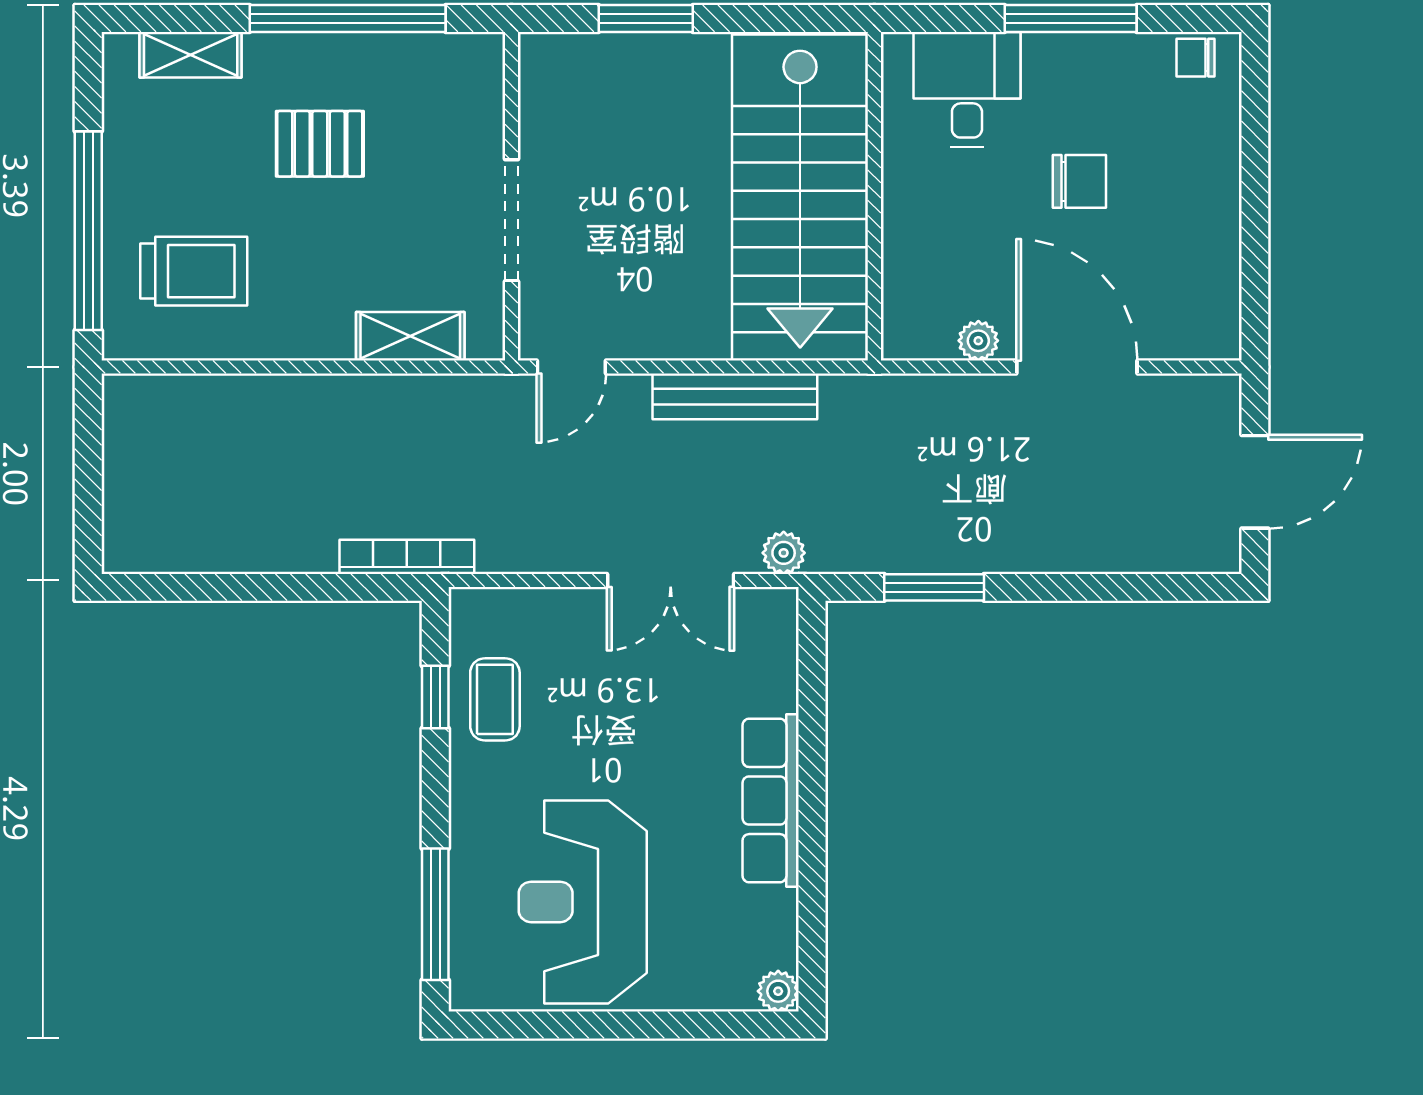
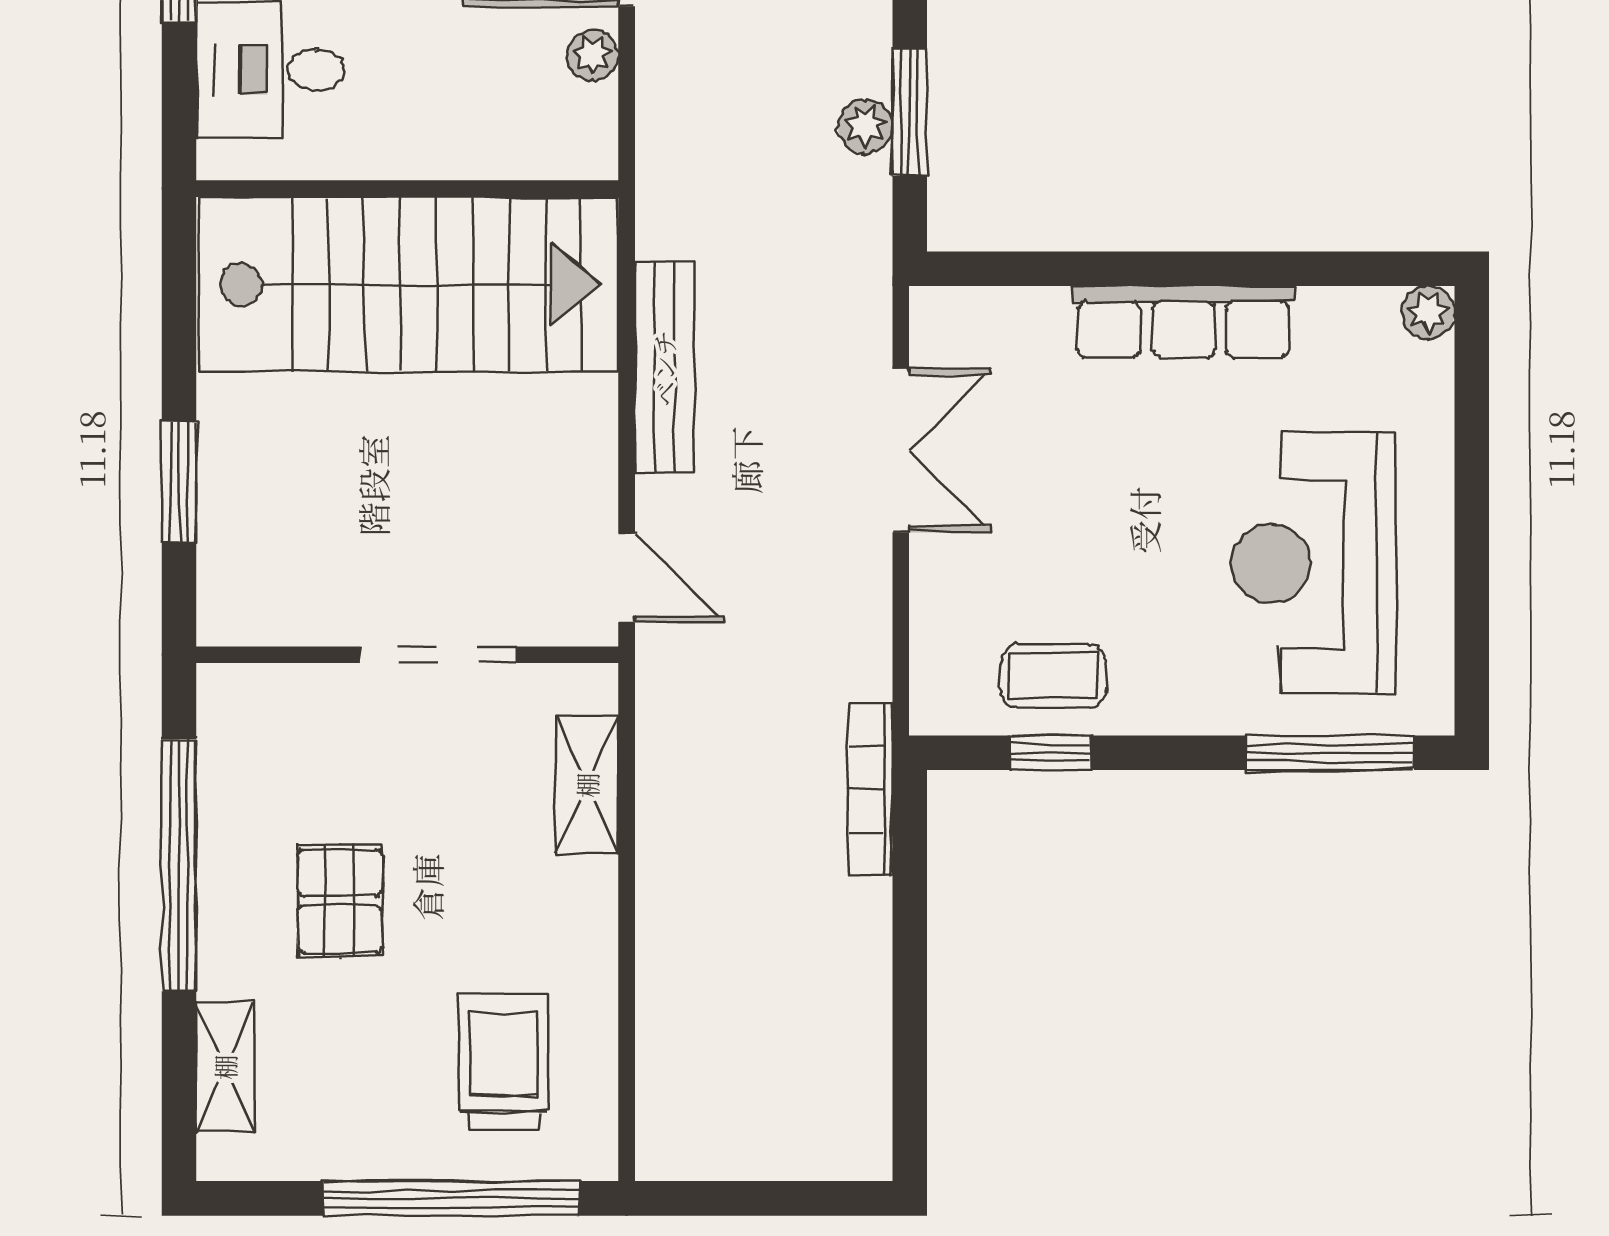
plant: (784, 553) -> (865, 126), moved
reception desk: (583, 902) -> (1314, 563), turned 90

